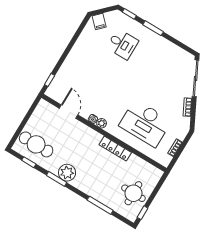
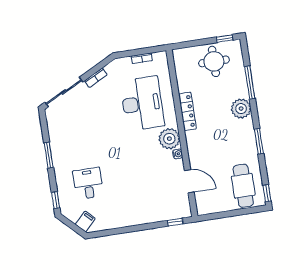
window: (153, 28) -> (49, 155), moved
door: (69, 112) -> (189, 181), swing flipped
plant: (102, 123) -> (169, 139), width x1.87, depth x1.87
window: (29, 162) -> (267, 193), moved
plant: (67, 173) -> (241, 109), moved

